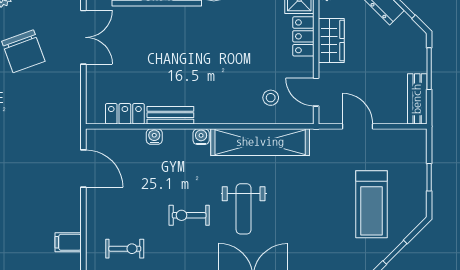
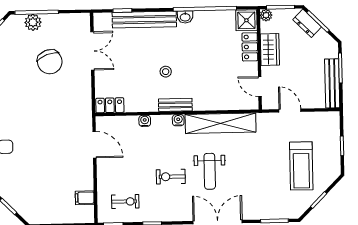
stool: (271, 98) -> (166, 72), moved
bench: (417, 99) -> (332, 83), width x1.36
locker: (125, 114) -> (110, 105), moved
bench: (170, 115) -> (175, 105), moved

